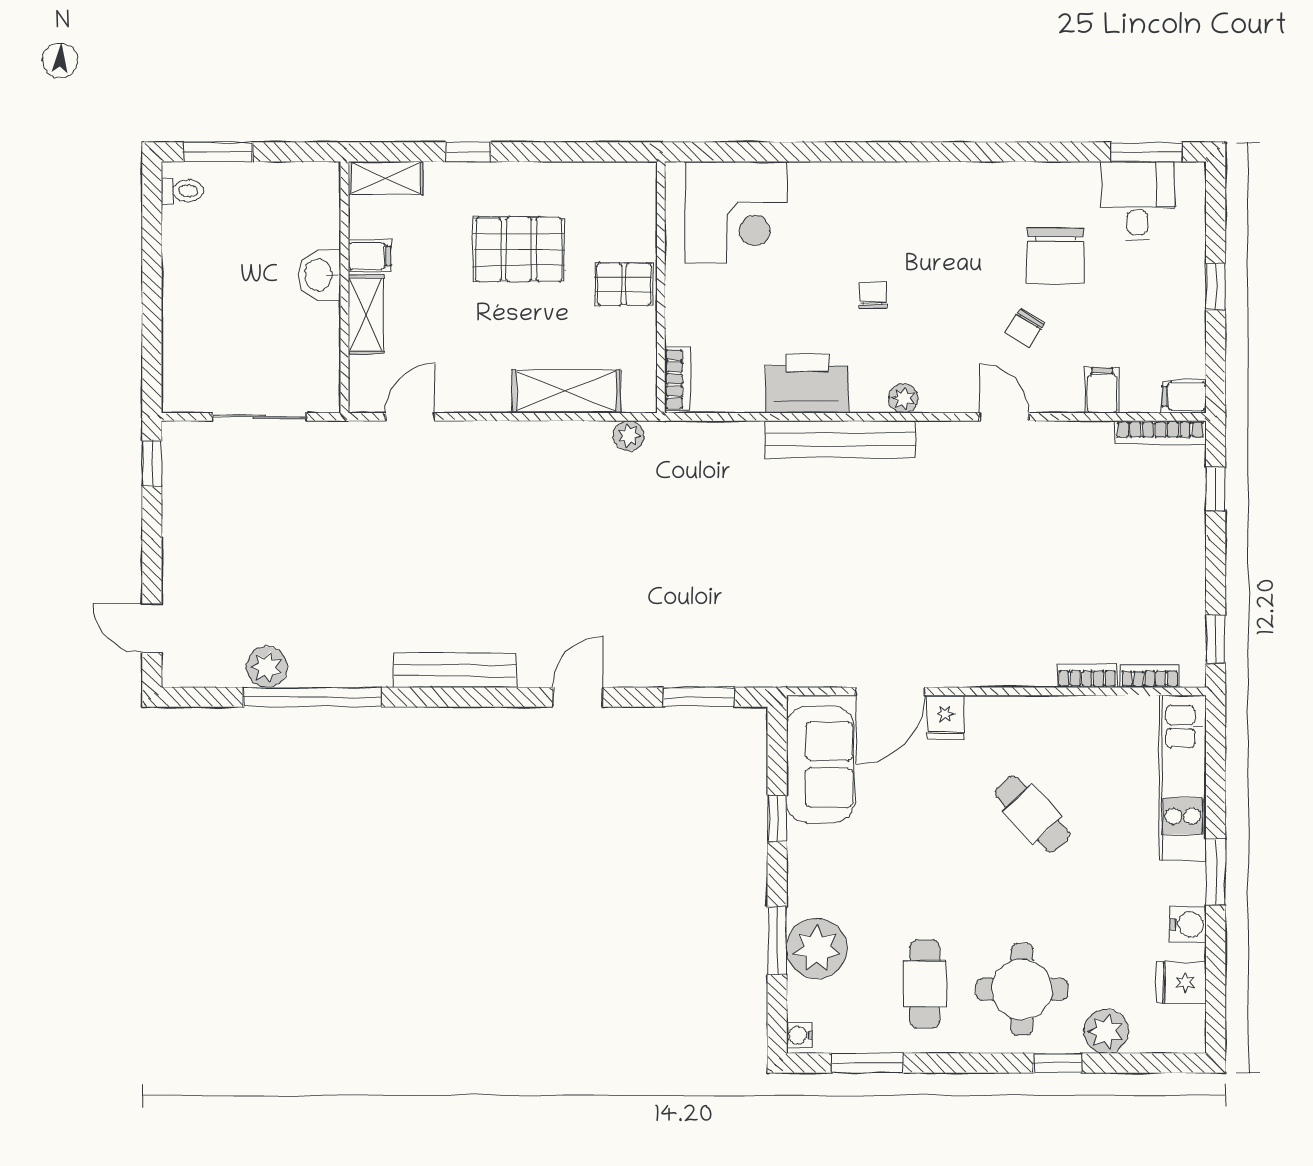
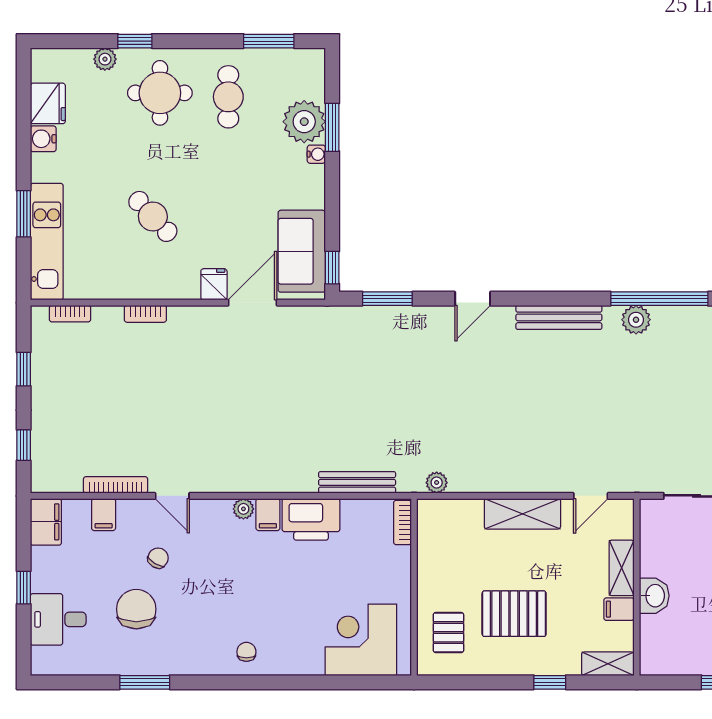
window: (1147, 152) -> (145, 682), moved
desk: (1137, 201) -> (58, 619), moved, turned 90
pallet: (624, 284) -> (448, 633), moved, turned 90
chair: (873, 295) -> (246, 652), moved, turned 180
filing cabinet: (868, 390) -> (268, 515), added
shelving: (566, 391) -> (522, 514), moved
filing cabinet: (1184, 396) -> (46, 522), width x2.00
bookcase: (1160, 432) -> (116, 485), moved
bench: (840, 439) -> (357, 482), moved, width x0.73, depth x0.82
window: (1216, 639) -> (24, 369), moved
plant: (267, 667) -> (636, 320), moved
bookcase: (1087, 676) -> (145, 314), moved
window: (777, 819) -> (332, 268), moved
window: (1216, 872) -> (24, 214), moved
fridge: (1181, 982) -> (48, 103), width x1.38
plant: (1106, 1031) -> (105, 59), width x0.73, depth x0.73
water cooler: (800, 1035) -> (316, 154), moved

